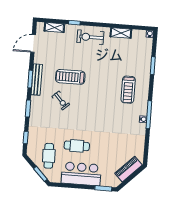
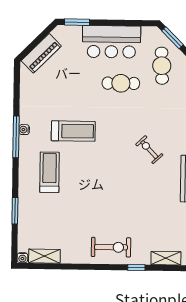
shelving: (121, 33) -> (44, 256), moved
treadmill: (70, 77) -> (73, 131), moved

